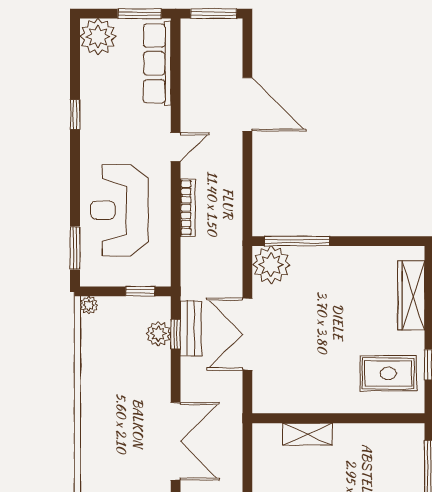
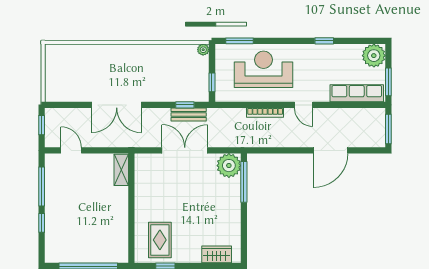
wardrobe: (411, 296) -> (217, 254), width x0.67
plant: (158, 334) -> (185, 94), removed
shelving: (308, 434) -> (121, 170), moved

